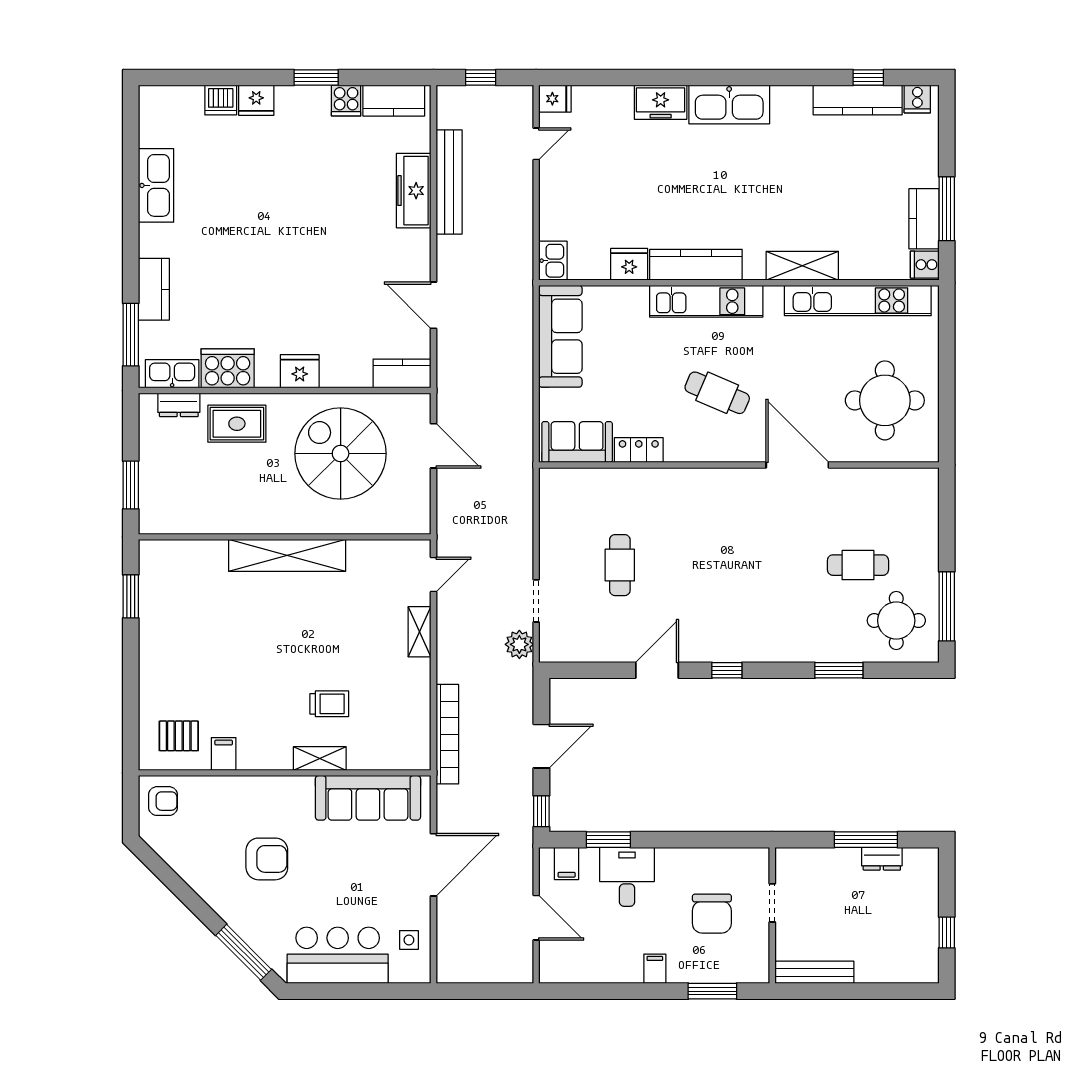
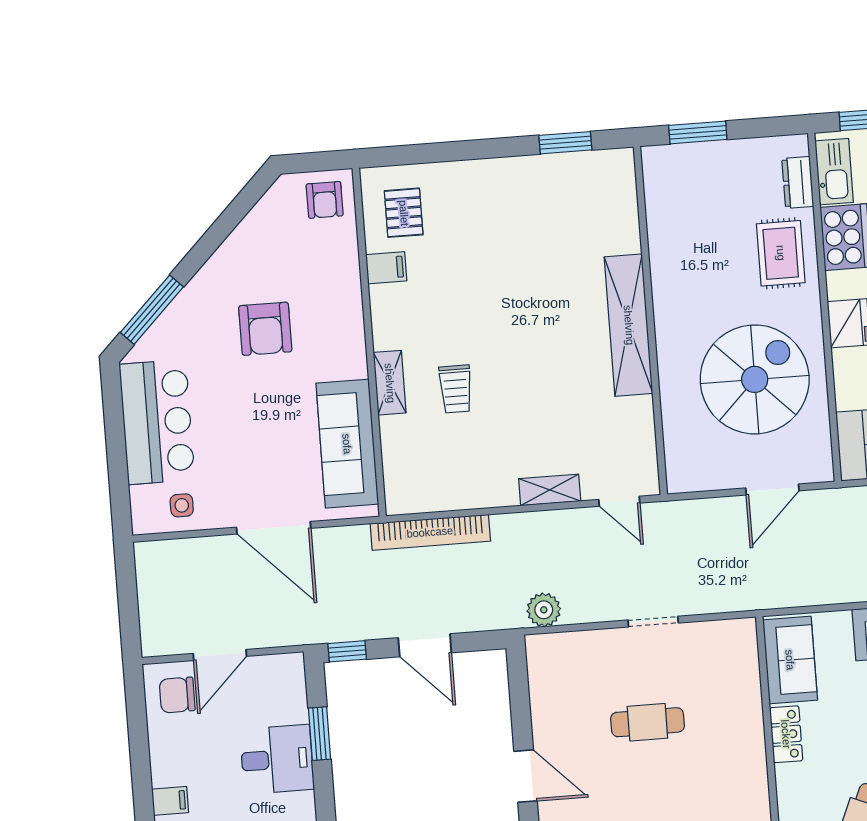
doorway: (536, 601) -> (653, 622), moved
filing cabinet: (567, 863) -> (287, 686), removed
chair: (567, 956) -> (177, 695), added

